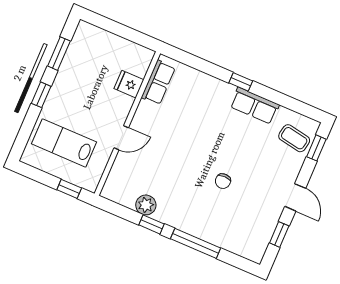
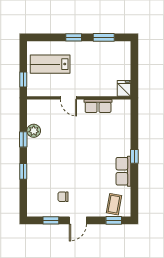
row of seats: (158, 82) -> (98, 106), moved
fridge: (129, 84) -> (124, 88), moved
lab bench: (64, 143) -> (50, 64), turned -90
chair: (223, 181) -> (63, 197), moved
window: (196, 243) -> (23, 171), width x0.46

